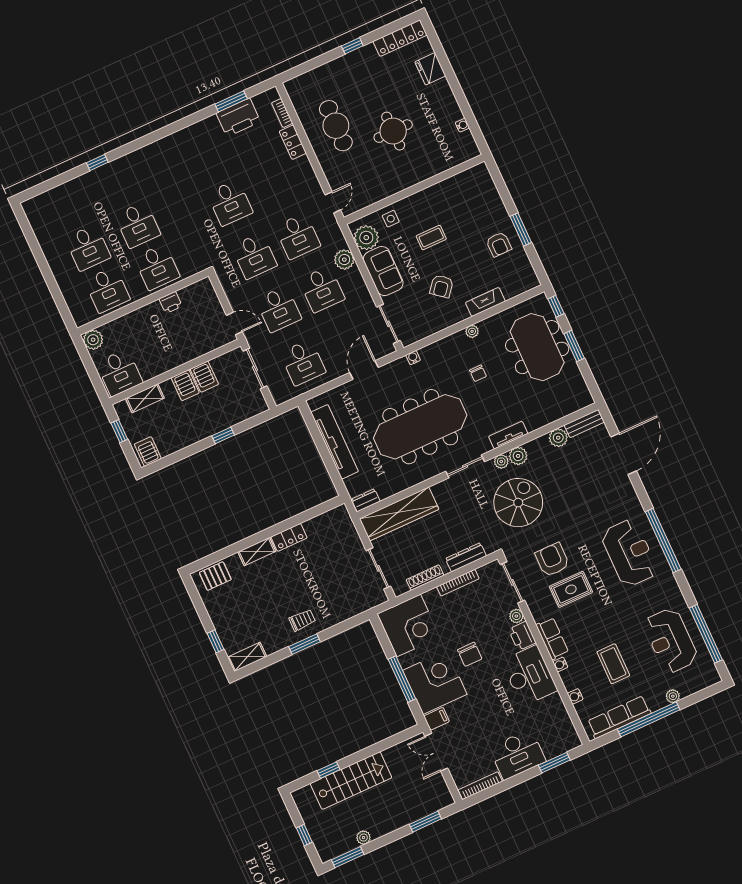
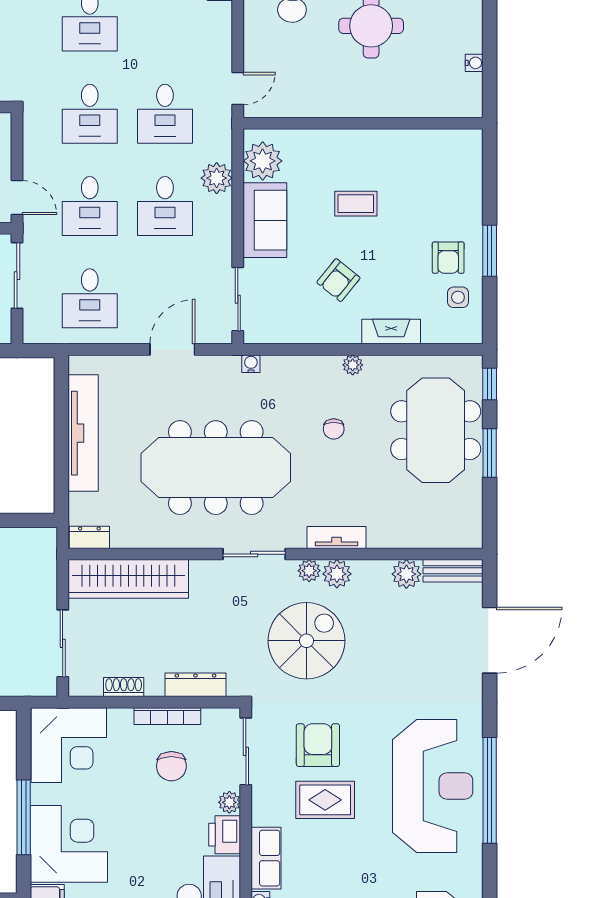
side table: (391, 219) -> (458, 297), moved
reception desk: (629, 553) -> (433, 786), width x1.36, depth x1.30
shoe rack: (425, 578) -> (124, 687), width x0.70
chair: (470, 654) -> (171, 766), moved

